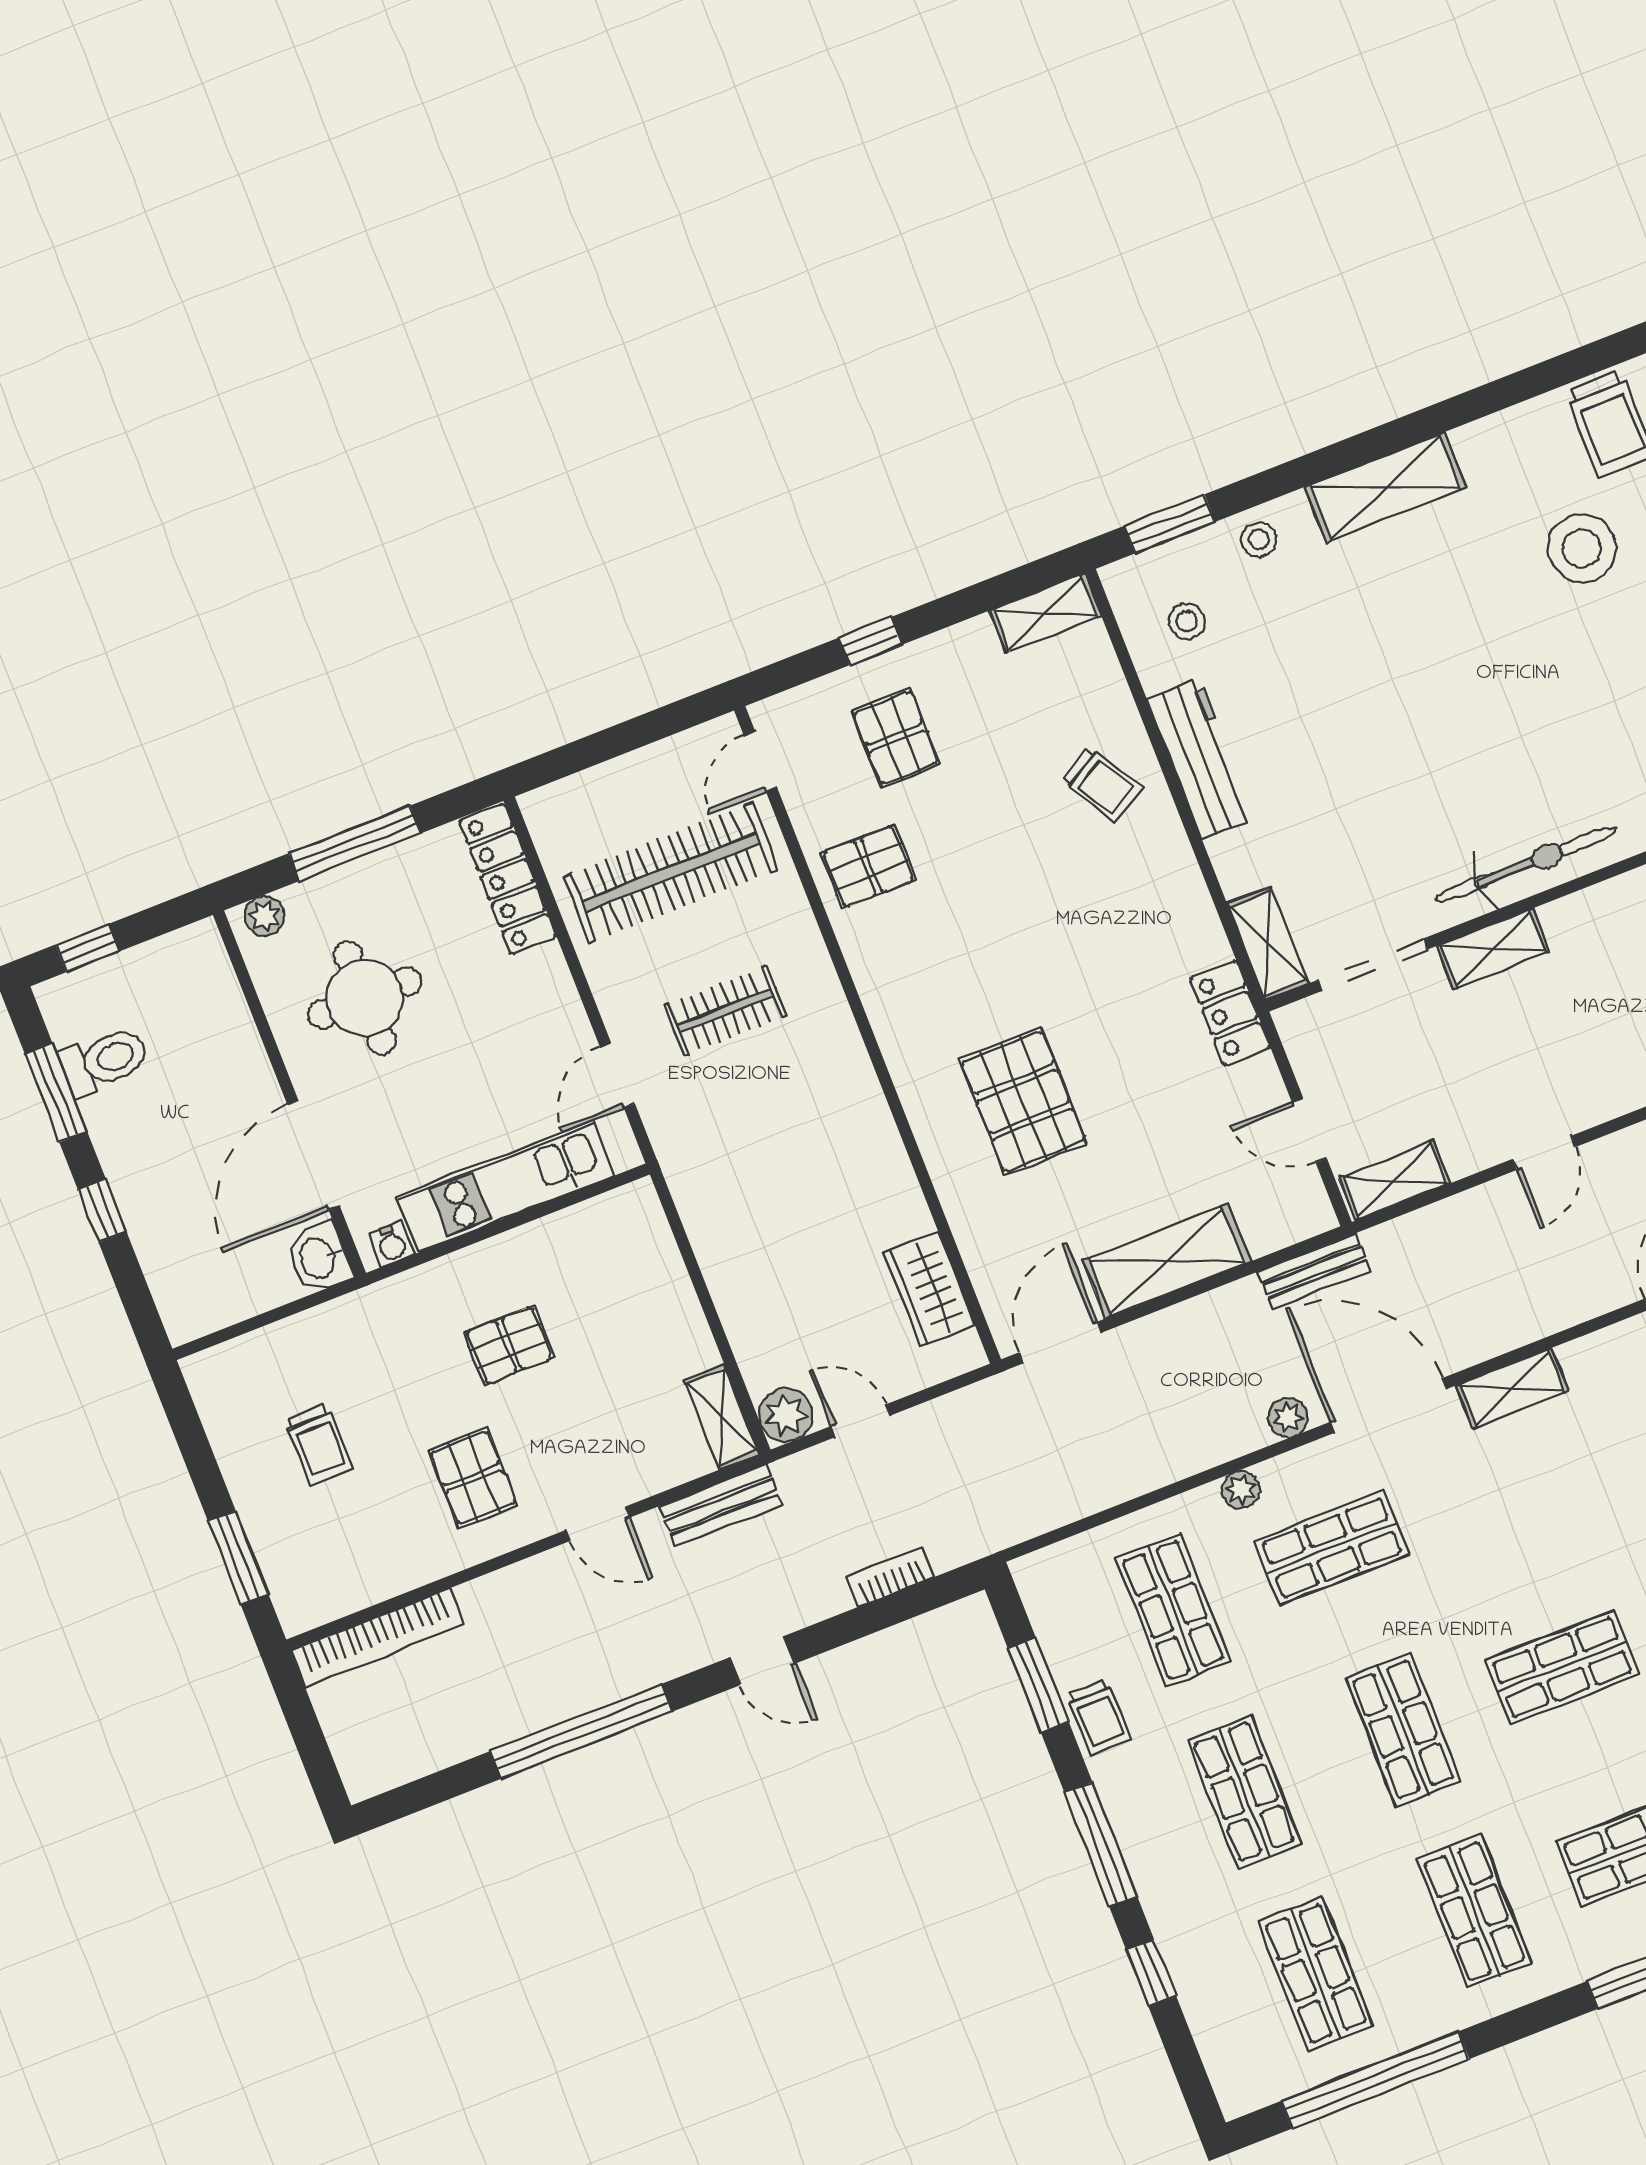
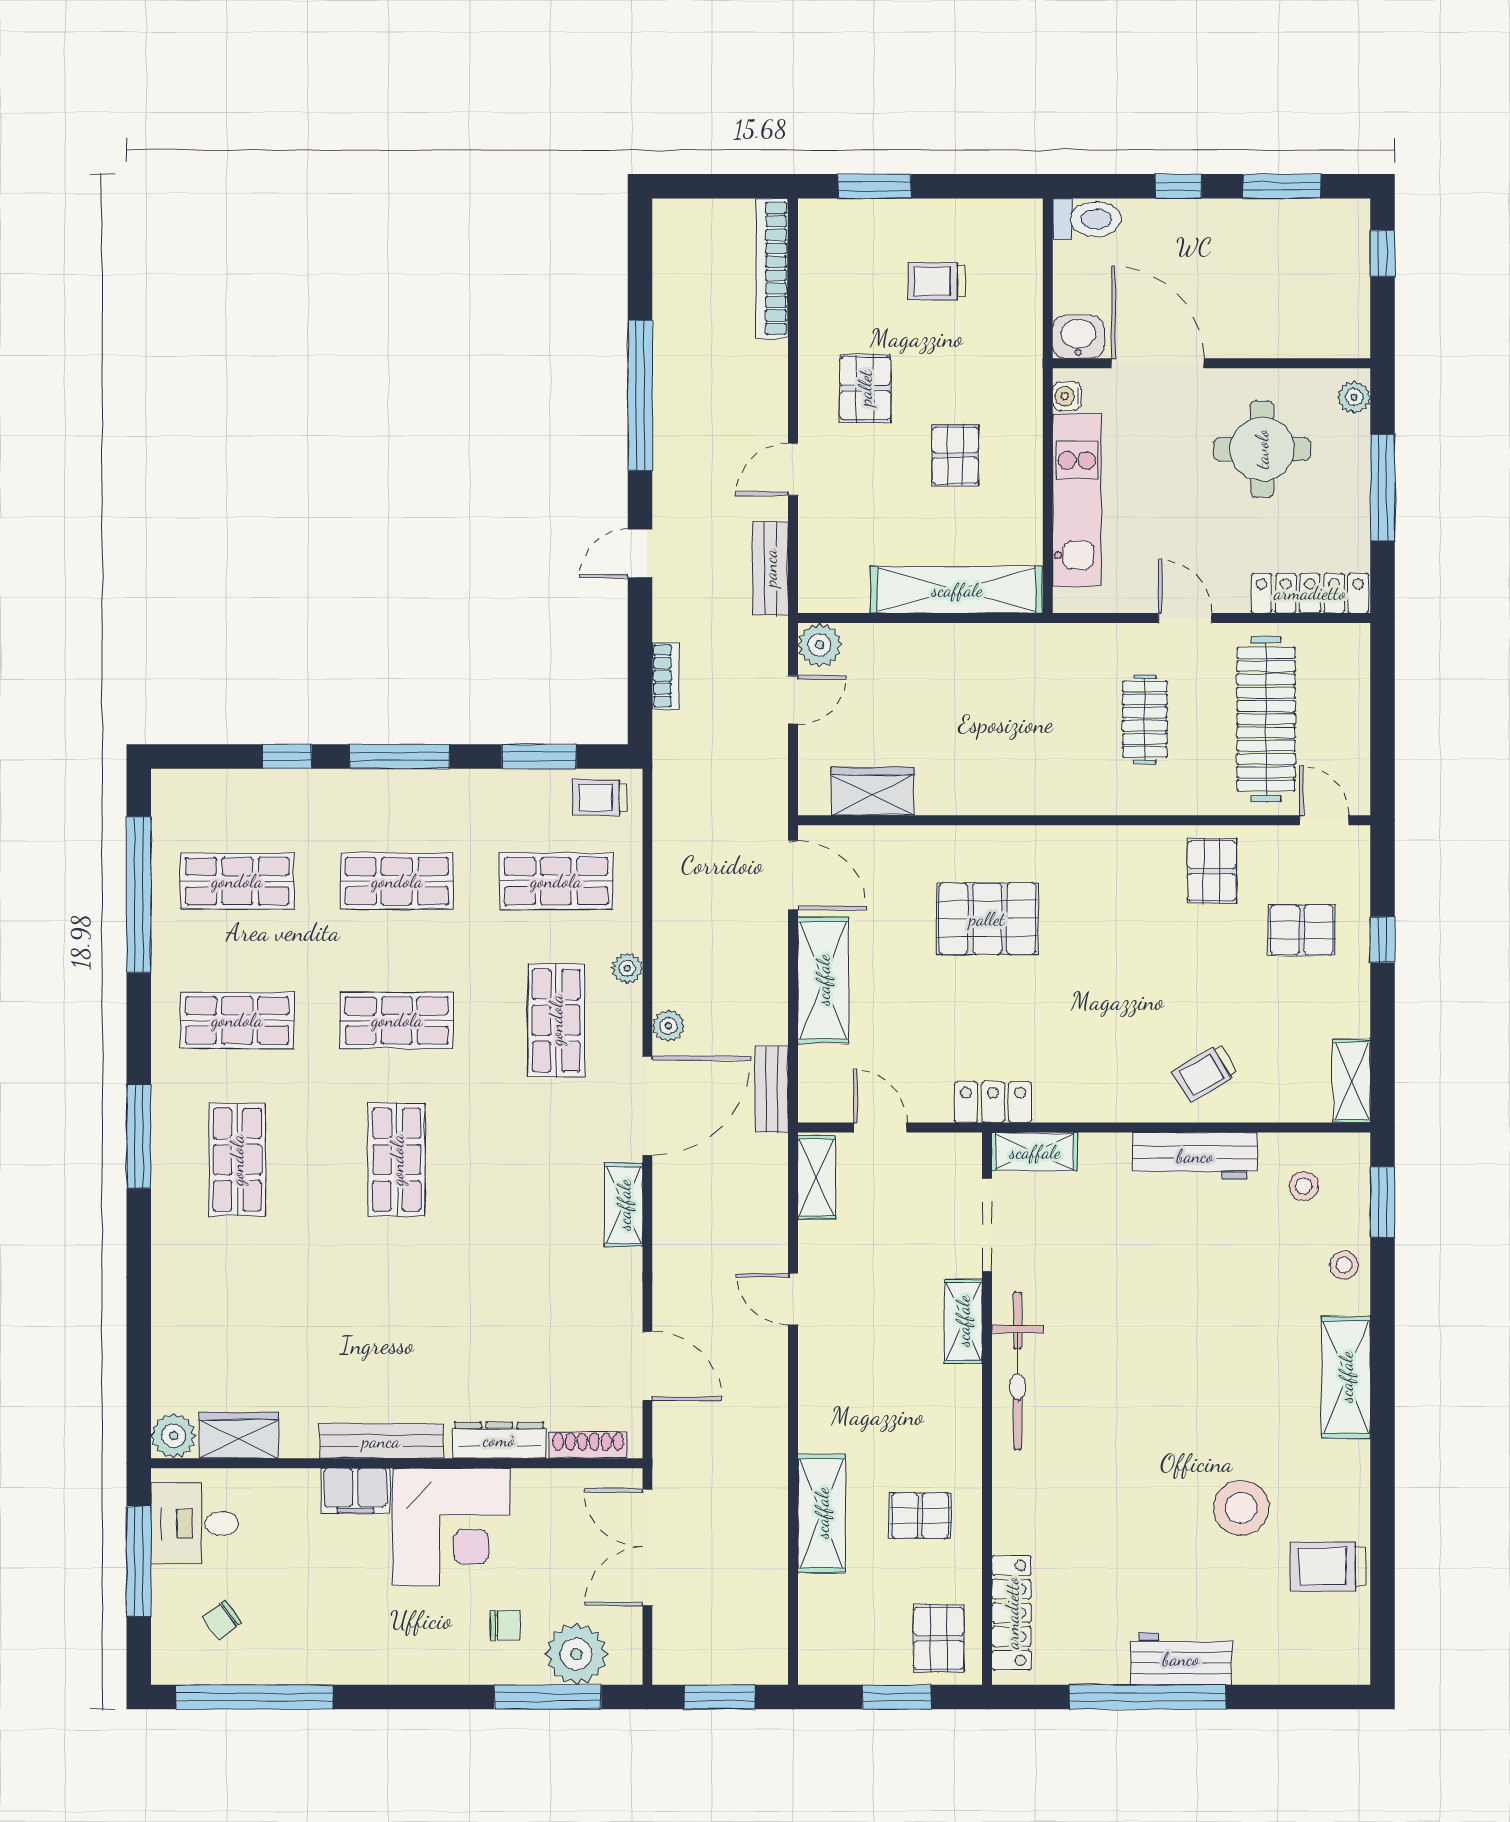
toilet: (104, 1061) -> (1087, 219), moved, turned -90
door: (617, 1075) -> (1185, 618), moved
door: (1309, 1130) -> (880, 1128), hinge flipped
shelving: (722, 1417) -> (957, 590), moved, width x2.20, depth x1.33
pallet: (473, 1478) -> (865, 388), turned 90
trolley: (1099, 1717) -> (600, 798), moved

